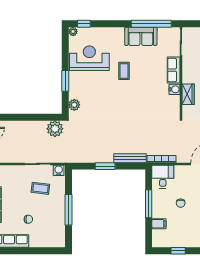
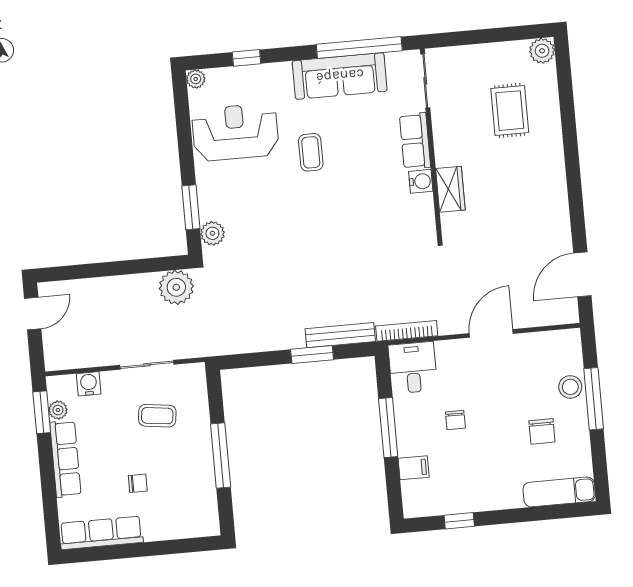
window: (84, 24) -> (247, 58), moved
sofa: (141, 36) -> (340, 76), width x1.36
window: (65, 81) -> (191, 207), moved
window: (105, 166) -> (312, 354), moved
water cooler: (59, 170) -> (89, 384), moved

